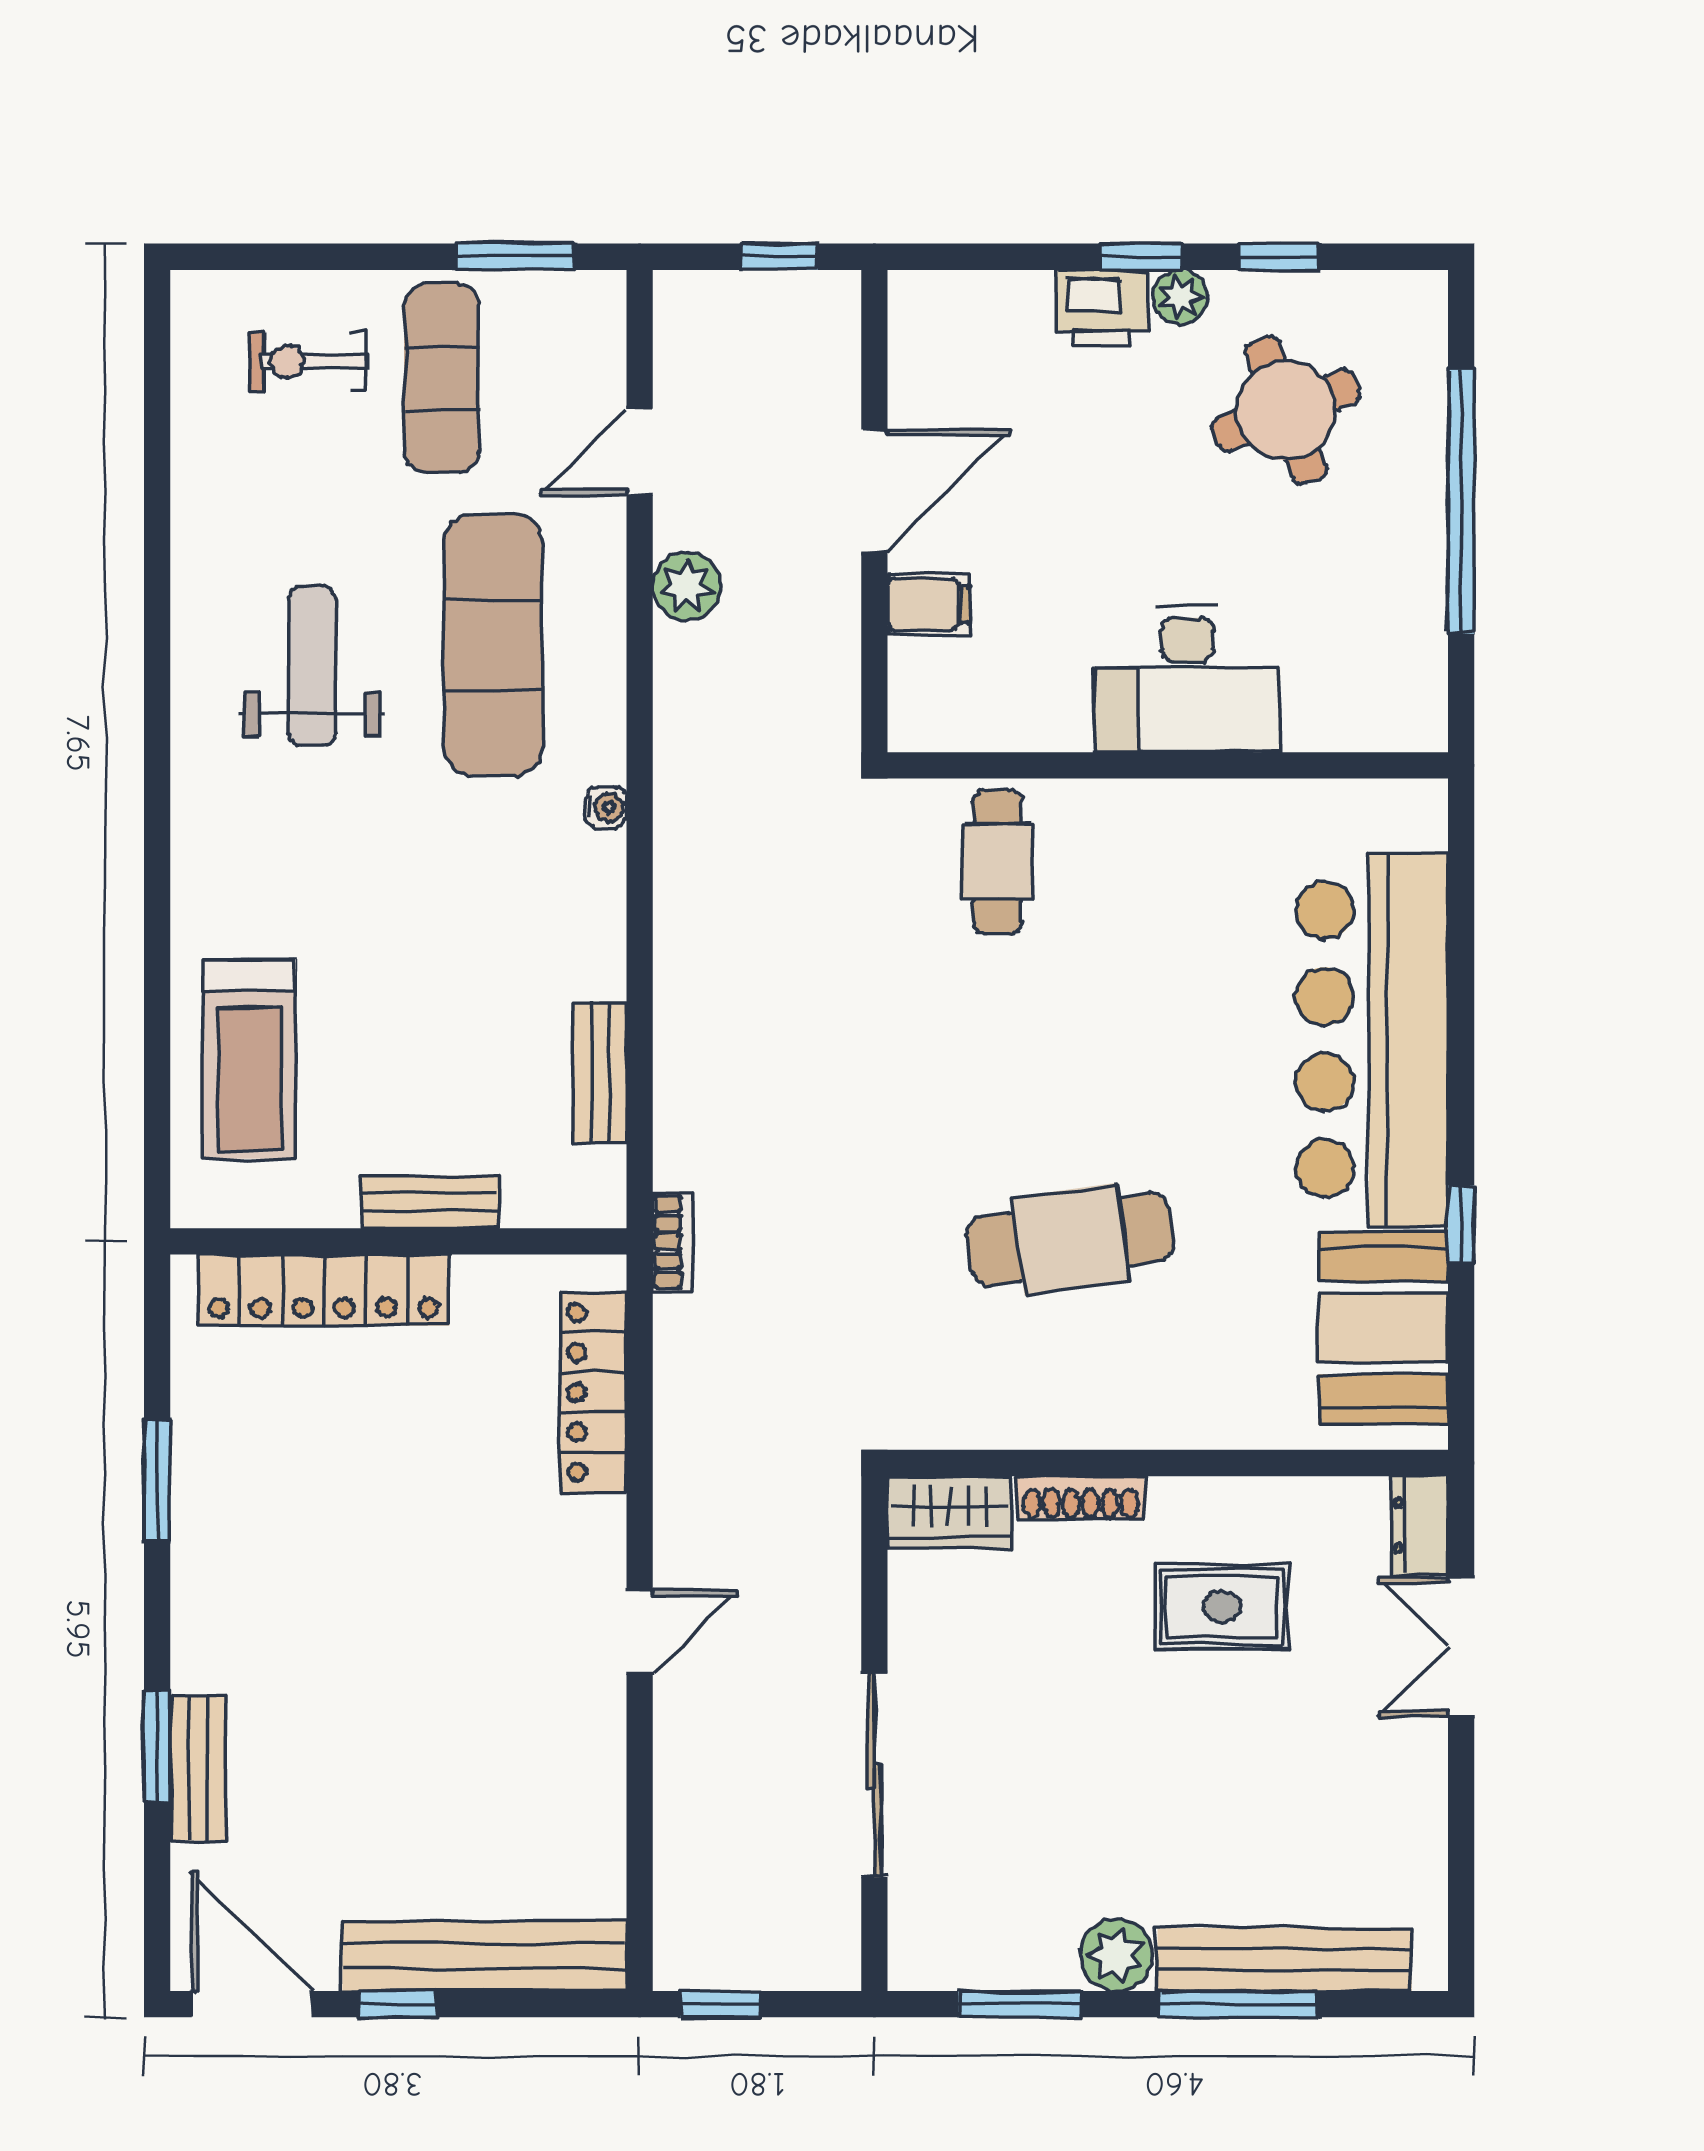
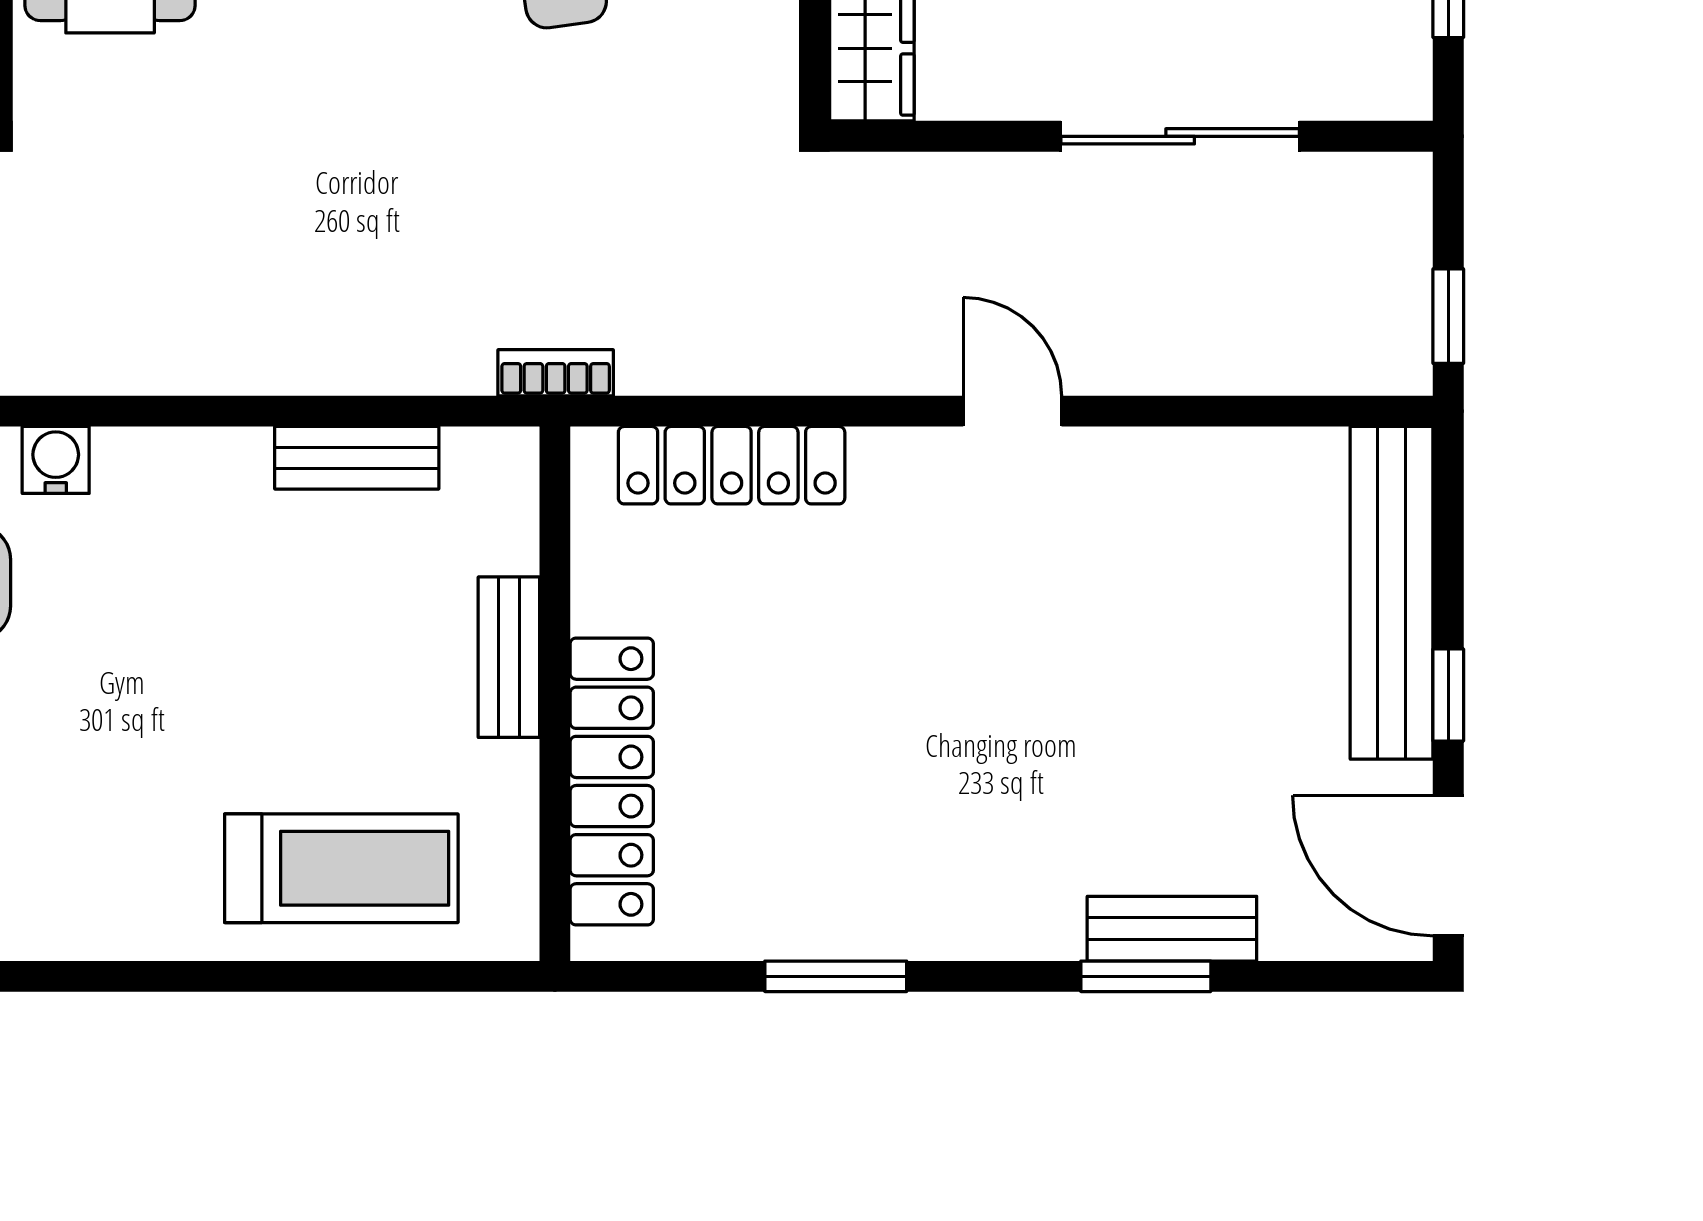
water cooler: (606, 807) -> (56, 460), width x1.38, depth x1.38
door: (252, 2004) -> (1448, 866), hinge flipped

